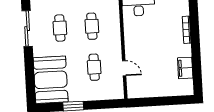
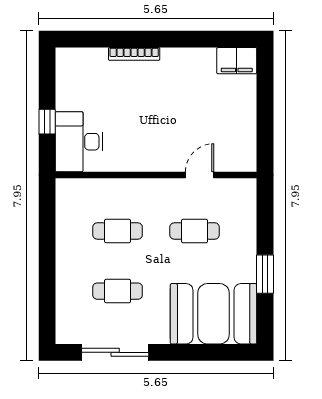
filing cabinet: (185, 68) -> (237, 61), moved

